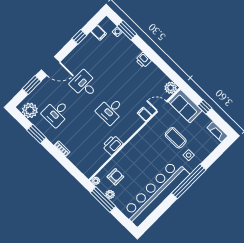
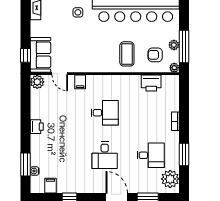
window: (205, 107) -> (25, 55), moved
coffee table: (176, 138) -> (127, 54), moved
printer: (113, 145) -> (151, 83), moved

